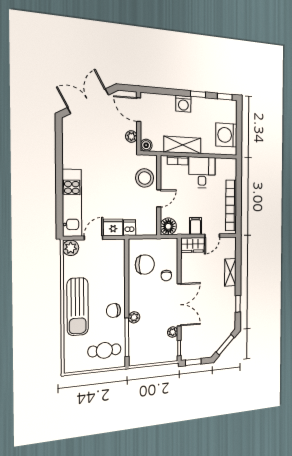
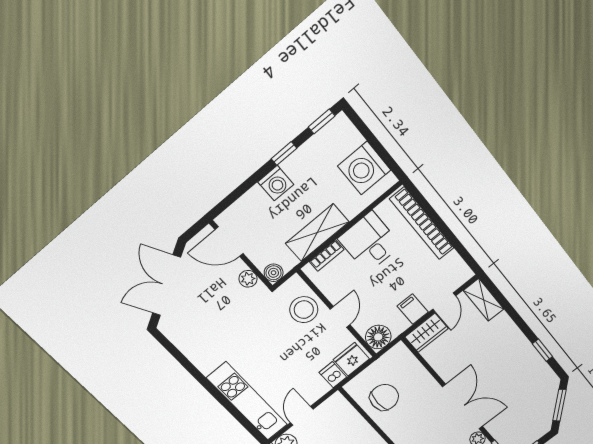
bookcase: (231, 205) -> (422, 223), moved
fridge: (113, 227) -> (351, 359), moved
shelving: (230, 272) -> (484, 300), moved
chair: (166, 276) -> (420, 389), removed

